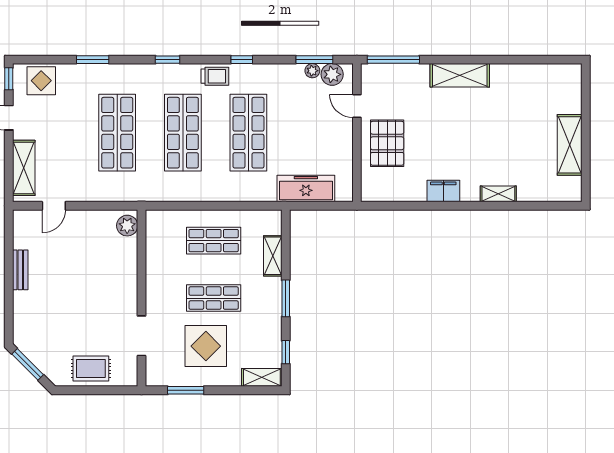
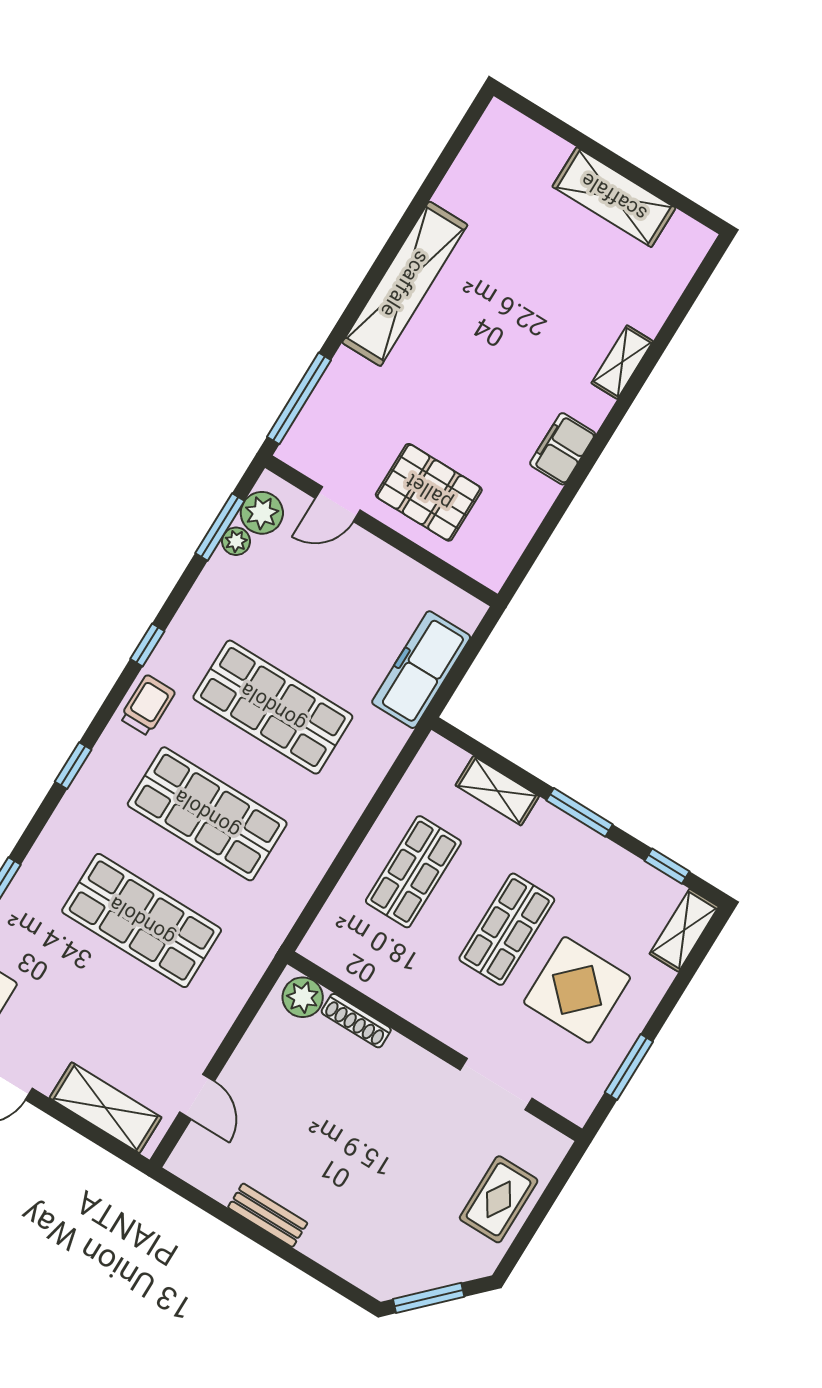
shelving: (460, 75) -> (405, 284), width x1.47
shoe rack: (131, 256) -> (356, 1021), added

